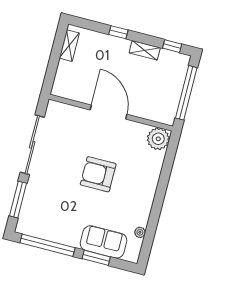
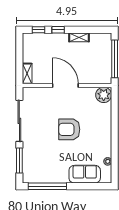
shelving: (69, 46) -> (27, 74), moved
window: (172, 46) -> (38, 30), moved
window: (96, 258) -> (83, 186), removed

